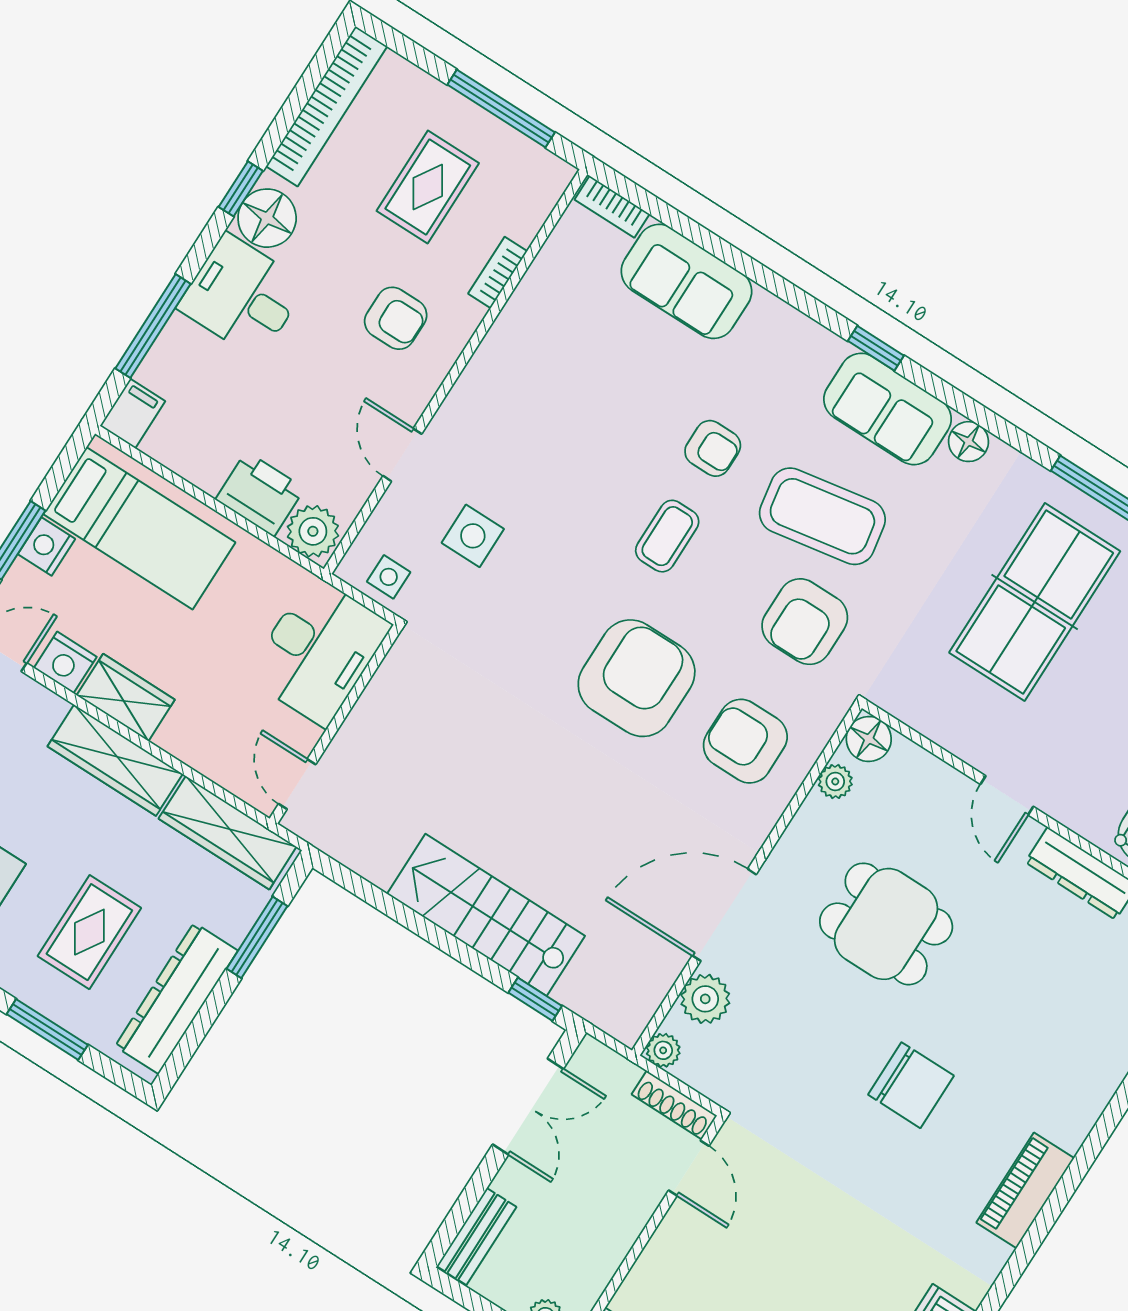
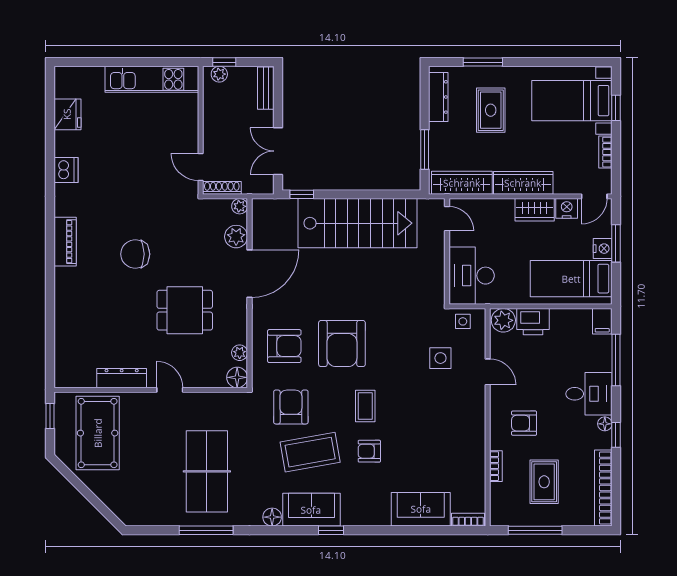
floor lamp: (267, 218) -> (605, 424), width x0.53, depth x0.53
stairs: (486, 915) -> (357, 223), width x1.36, depth x1.51
dresser: (176, 998) -> (438, 97), width x0.73, depth x0.80

